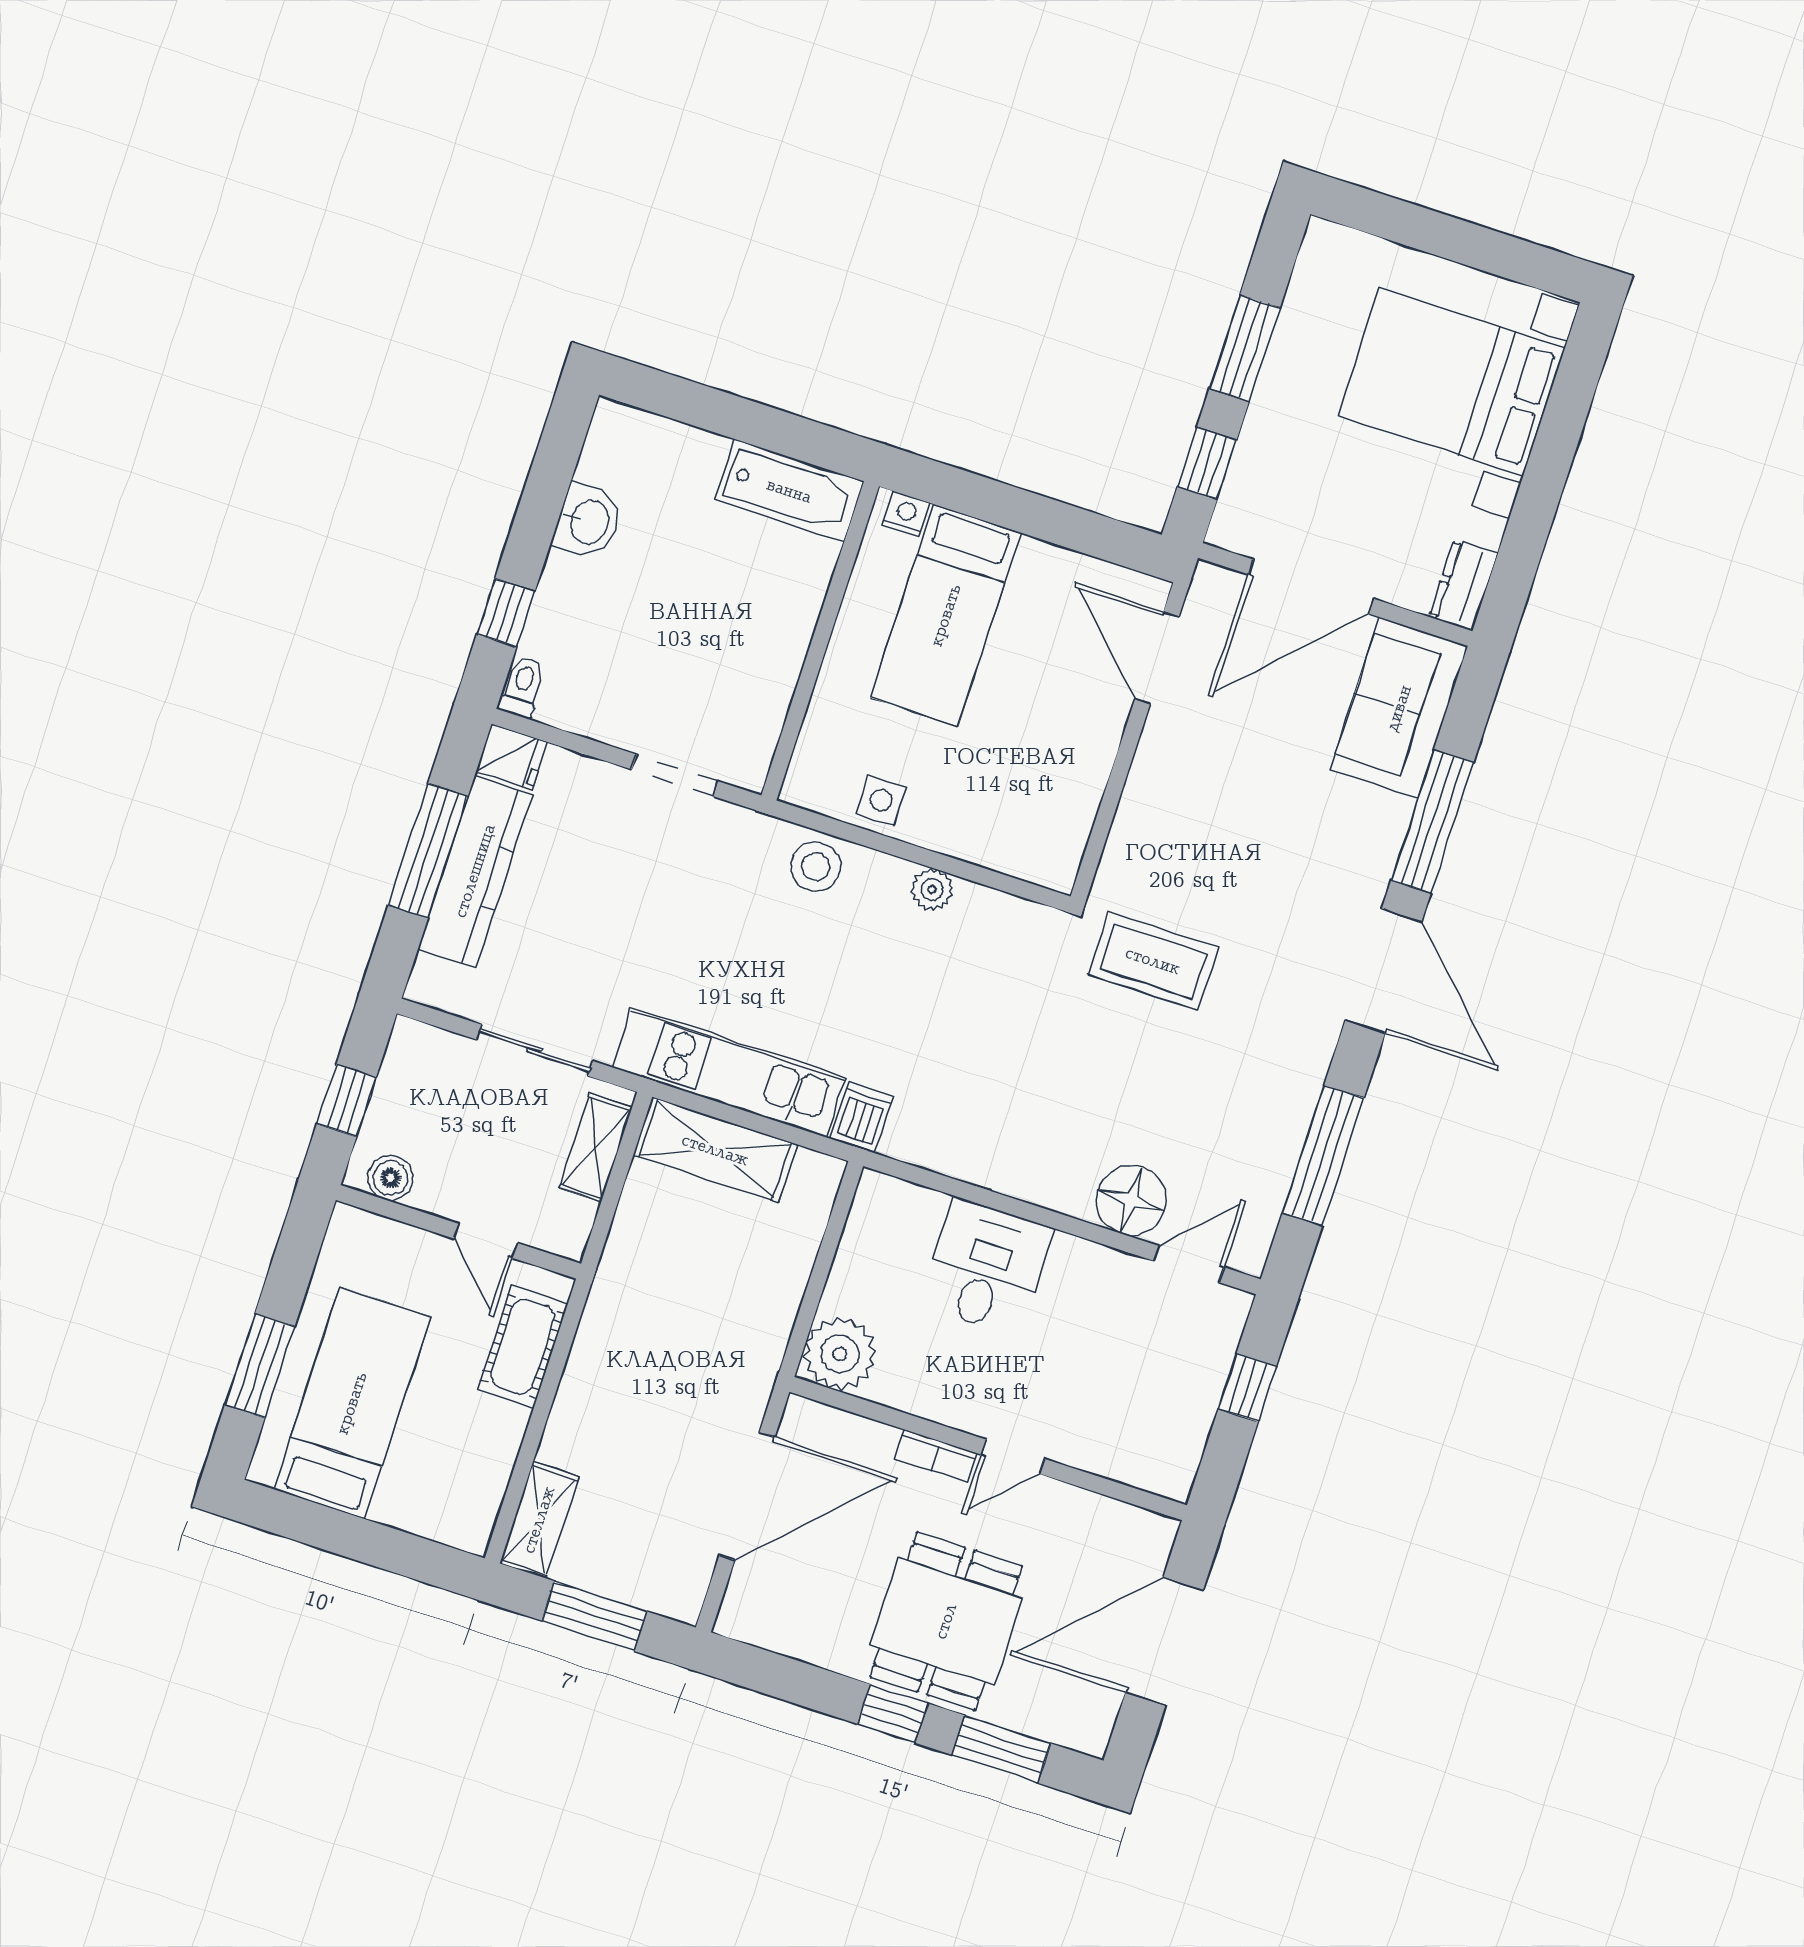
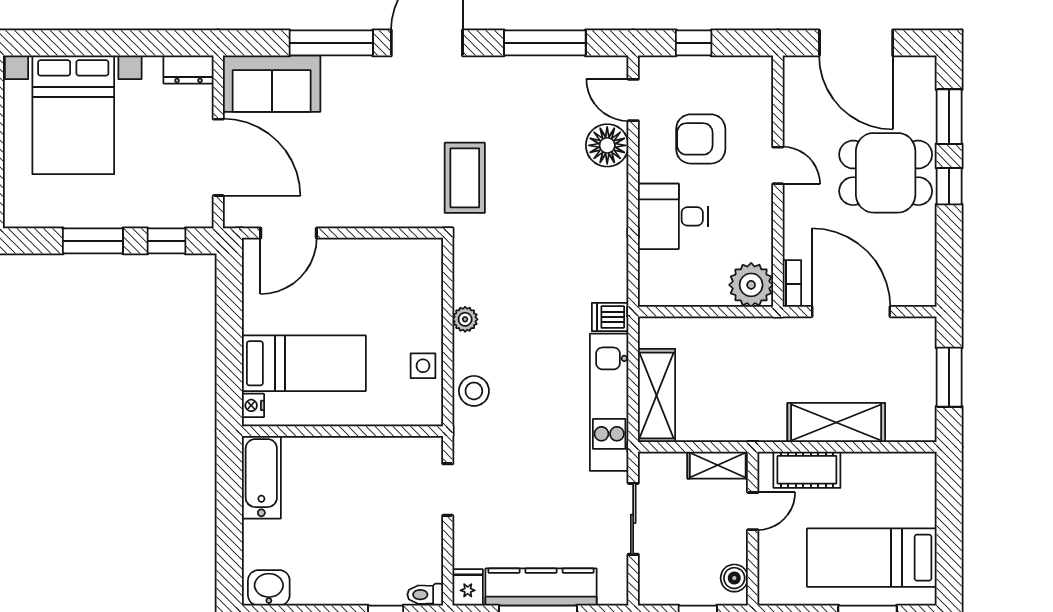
washbasin: (588, 522) -> (269, 588), moved
shelving: (596, 1148) -> (718, 465), moved
armchair: (1093, 1350) -> (701, 139), added
bookcase: (936, 1456) -> (792, 284), moved
shelving: (539, 1520) -> (836, 423), moved, width x1.50, depth x1.33

